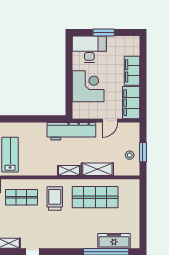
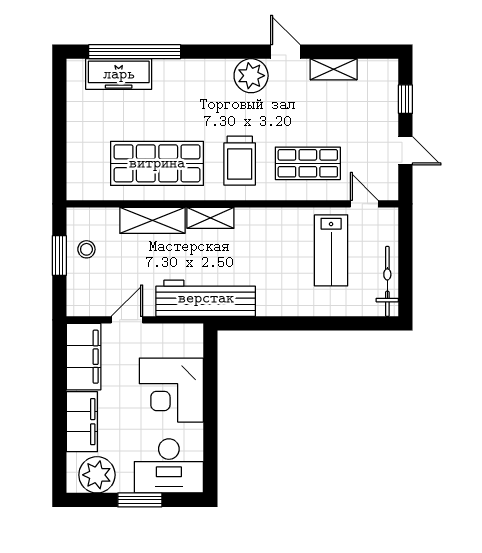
plant: (125, 45) -> (97, 475), added
plant: (49, 240) -> (251, 76), added

